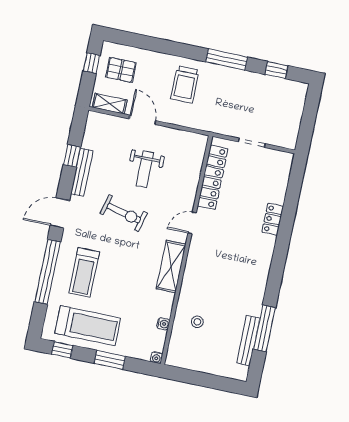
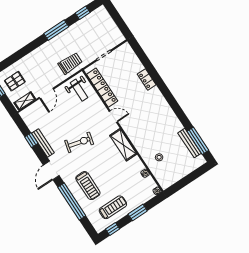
trolley: (185, 84) -> (70, 63), moved, turned -90
door: (143, 120) -> (46, 93), swing flipped
weight bench: (145, 169) -> (79, 90), moved
door: (192, 223) -> (113, 117), swing flipped
treadmill: (88, 326) -> (113, 207), width x0.73, depth x0.73
window: (264, 328) -> (198, 141), moved

